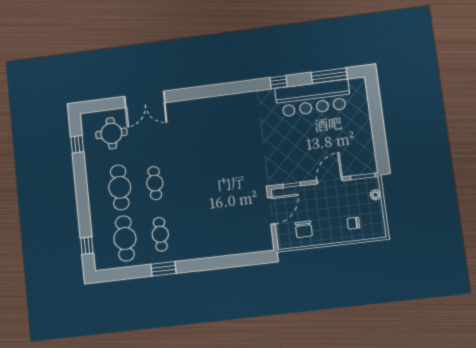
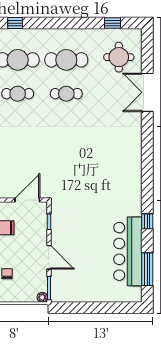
plant: (375, 195) -> (42, 297), moved
door: (271, 211) -> (27, 200), swing flipped

